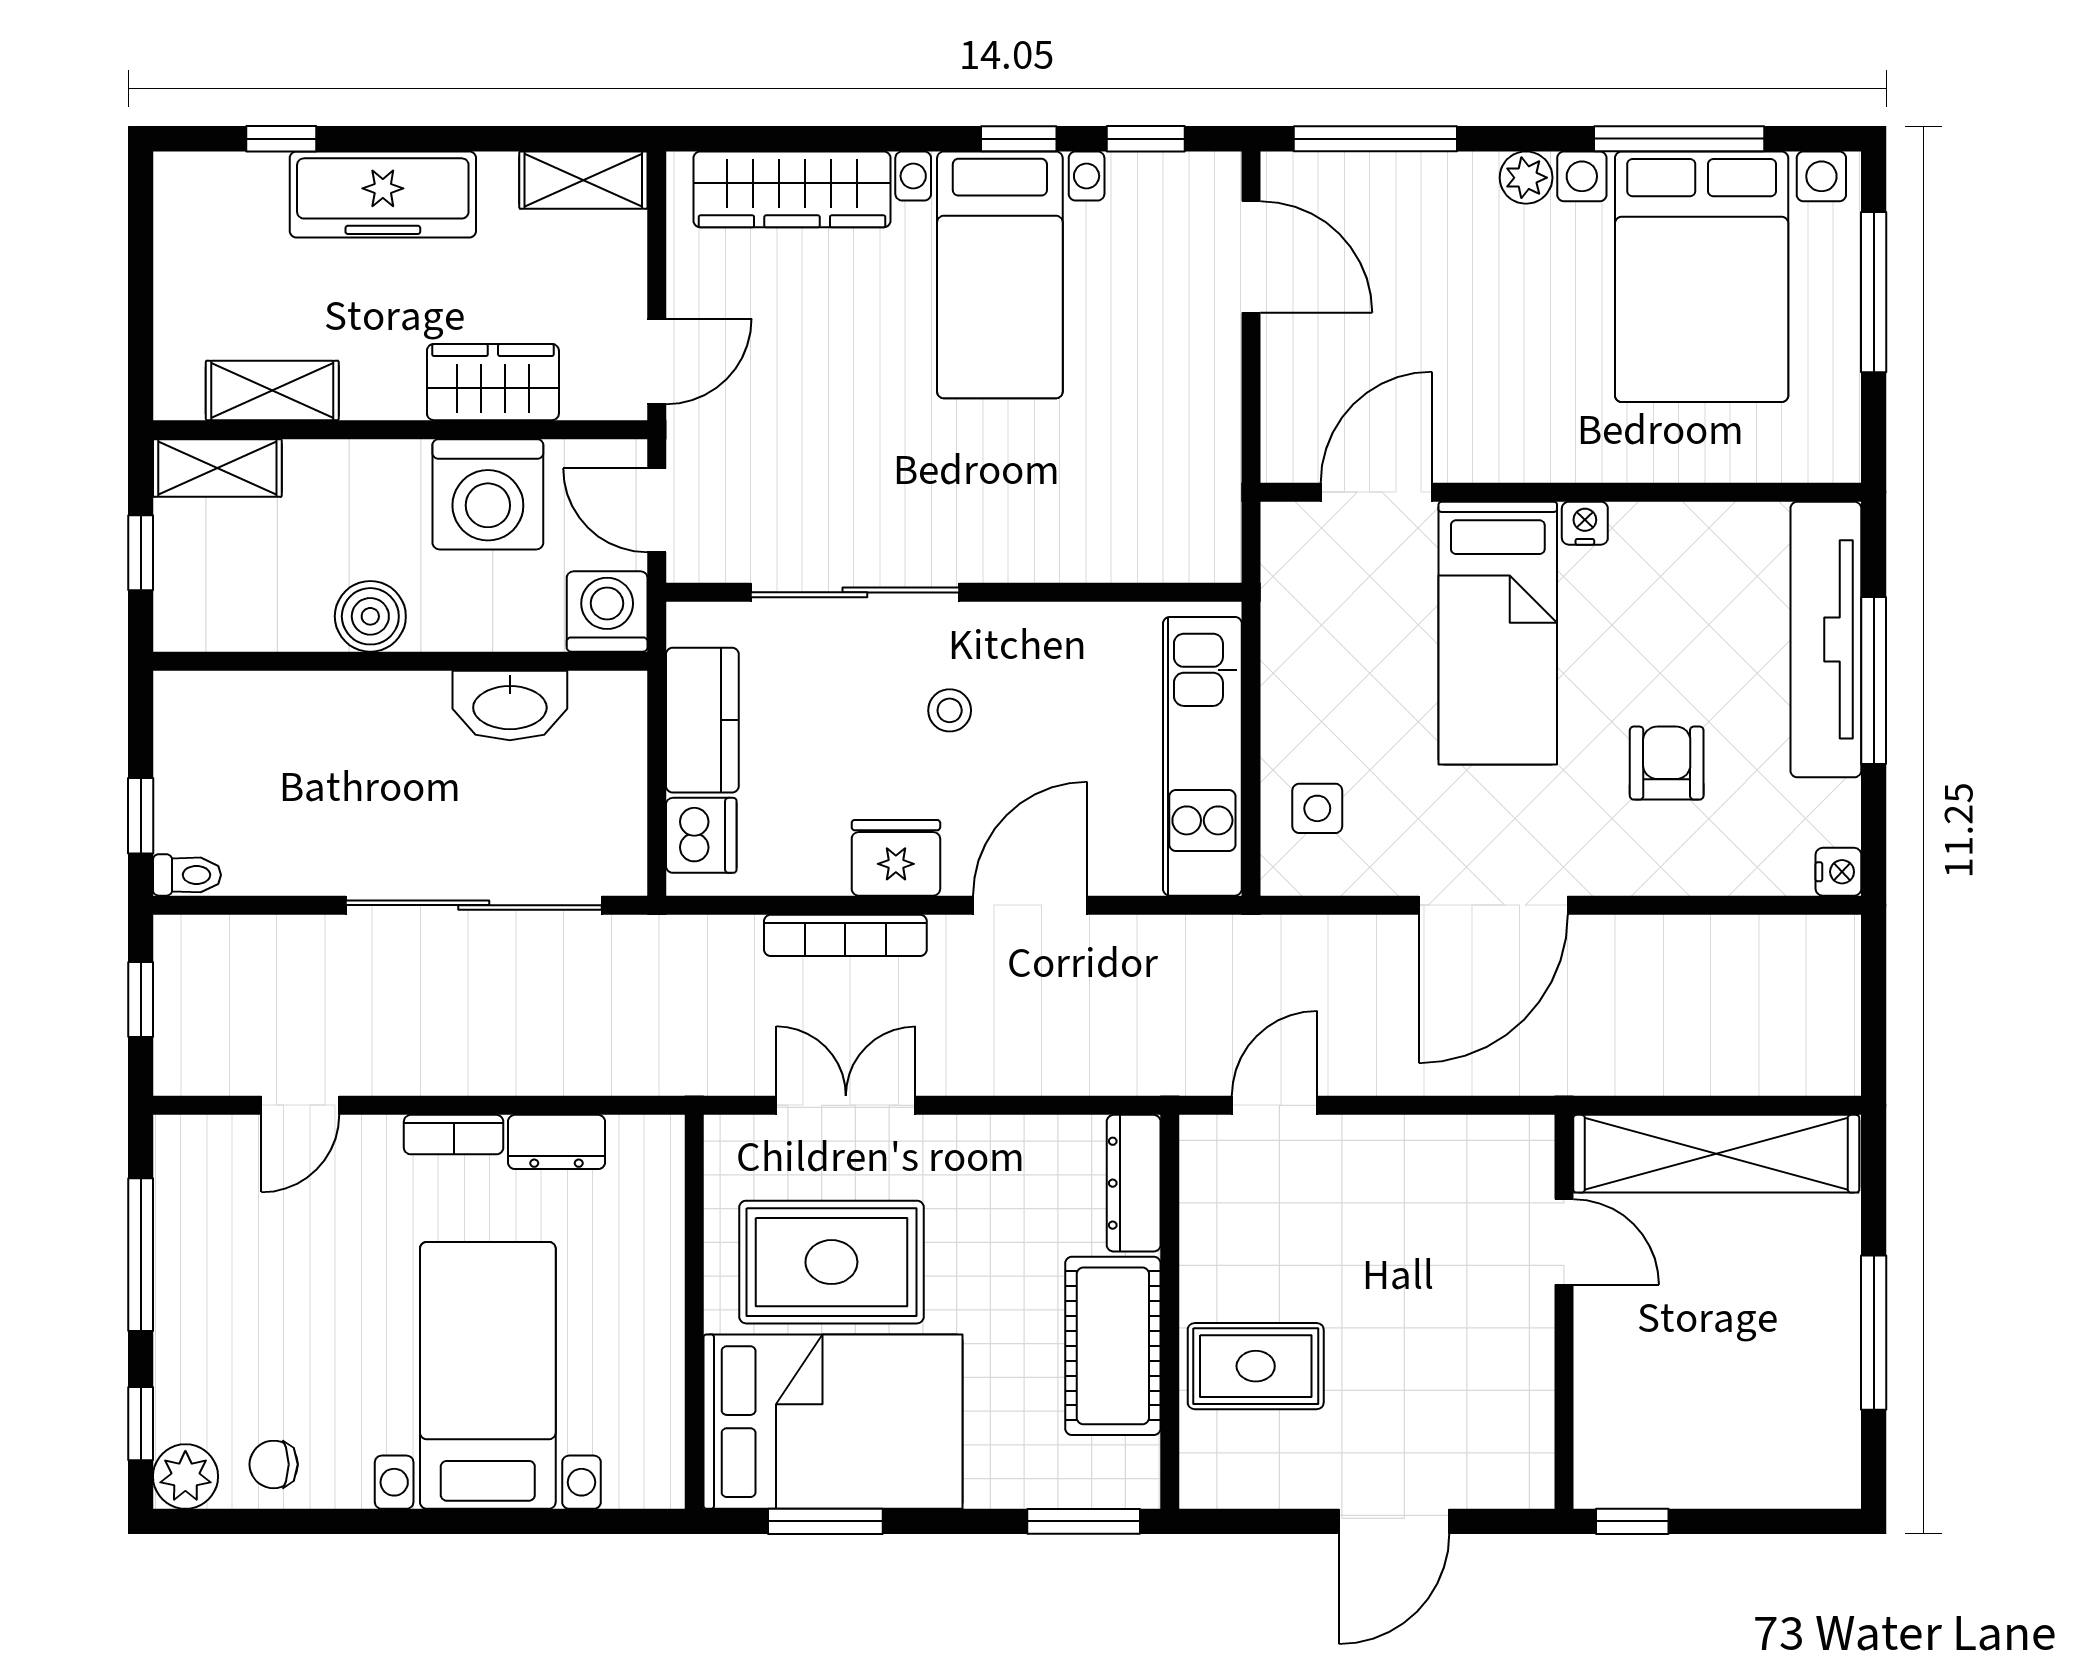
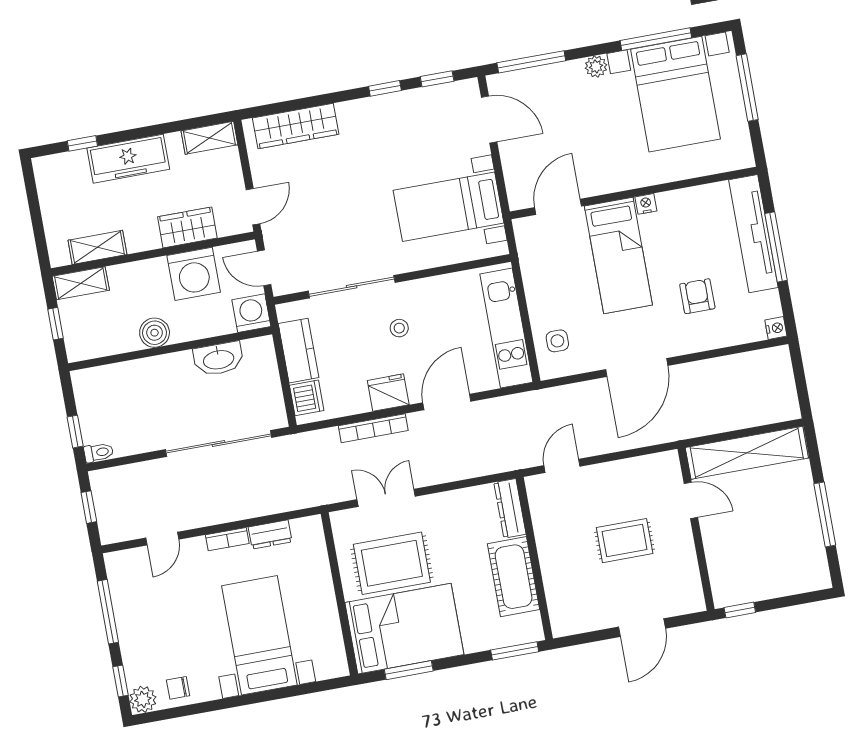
bed with nightstands: (1000, 275) -> (449, 207), moved, turned 90
rug: (1256, 1366) -> (625, 541), moved

